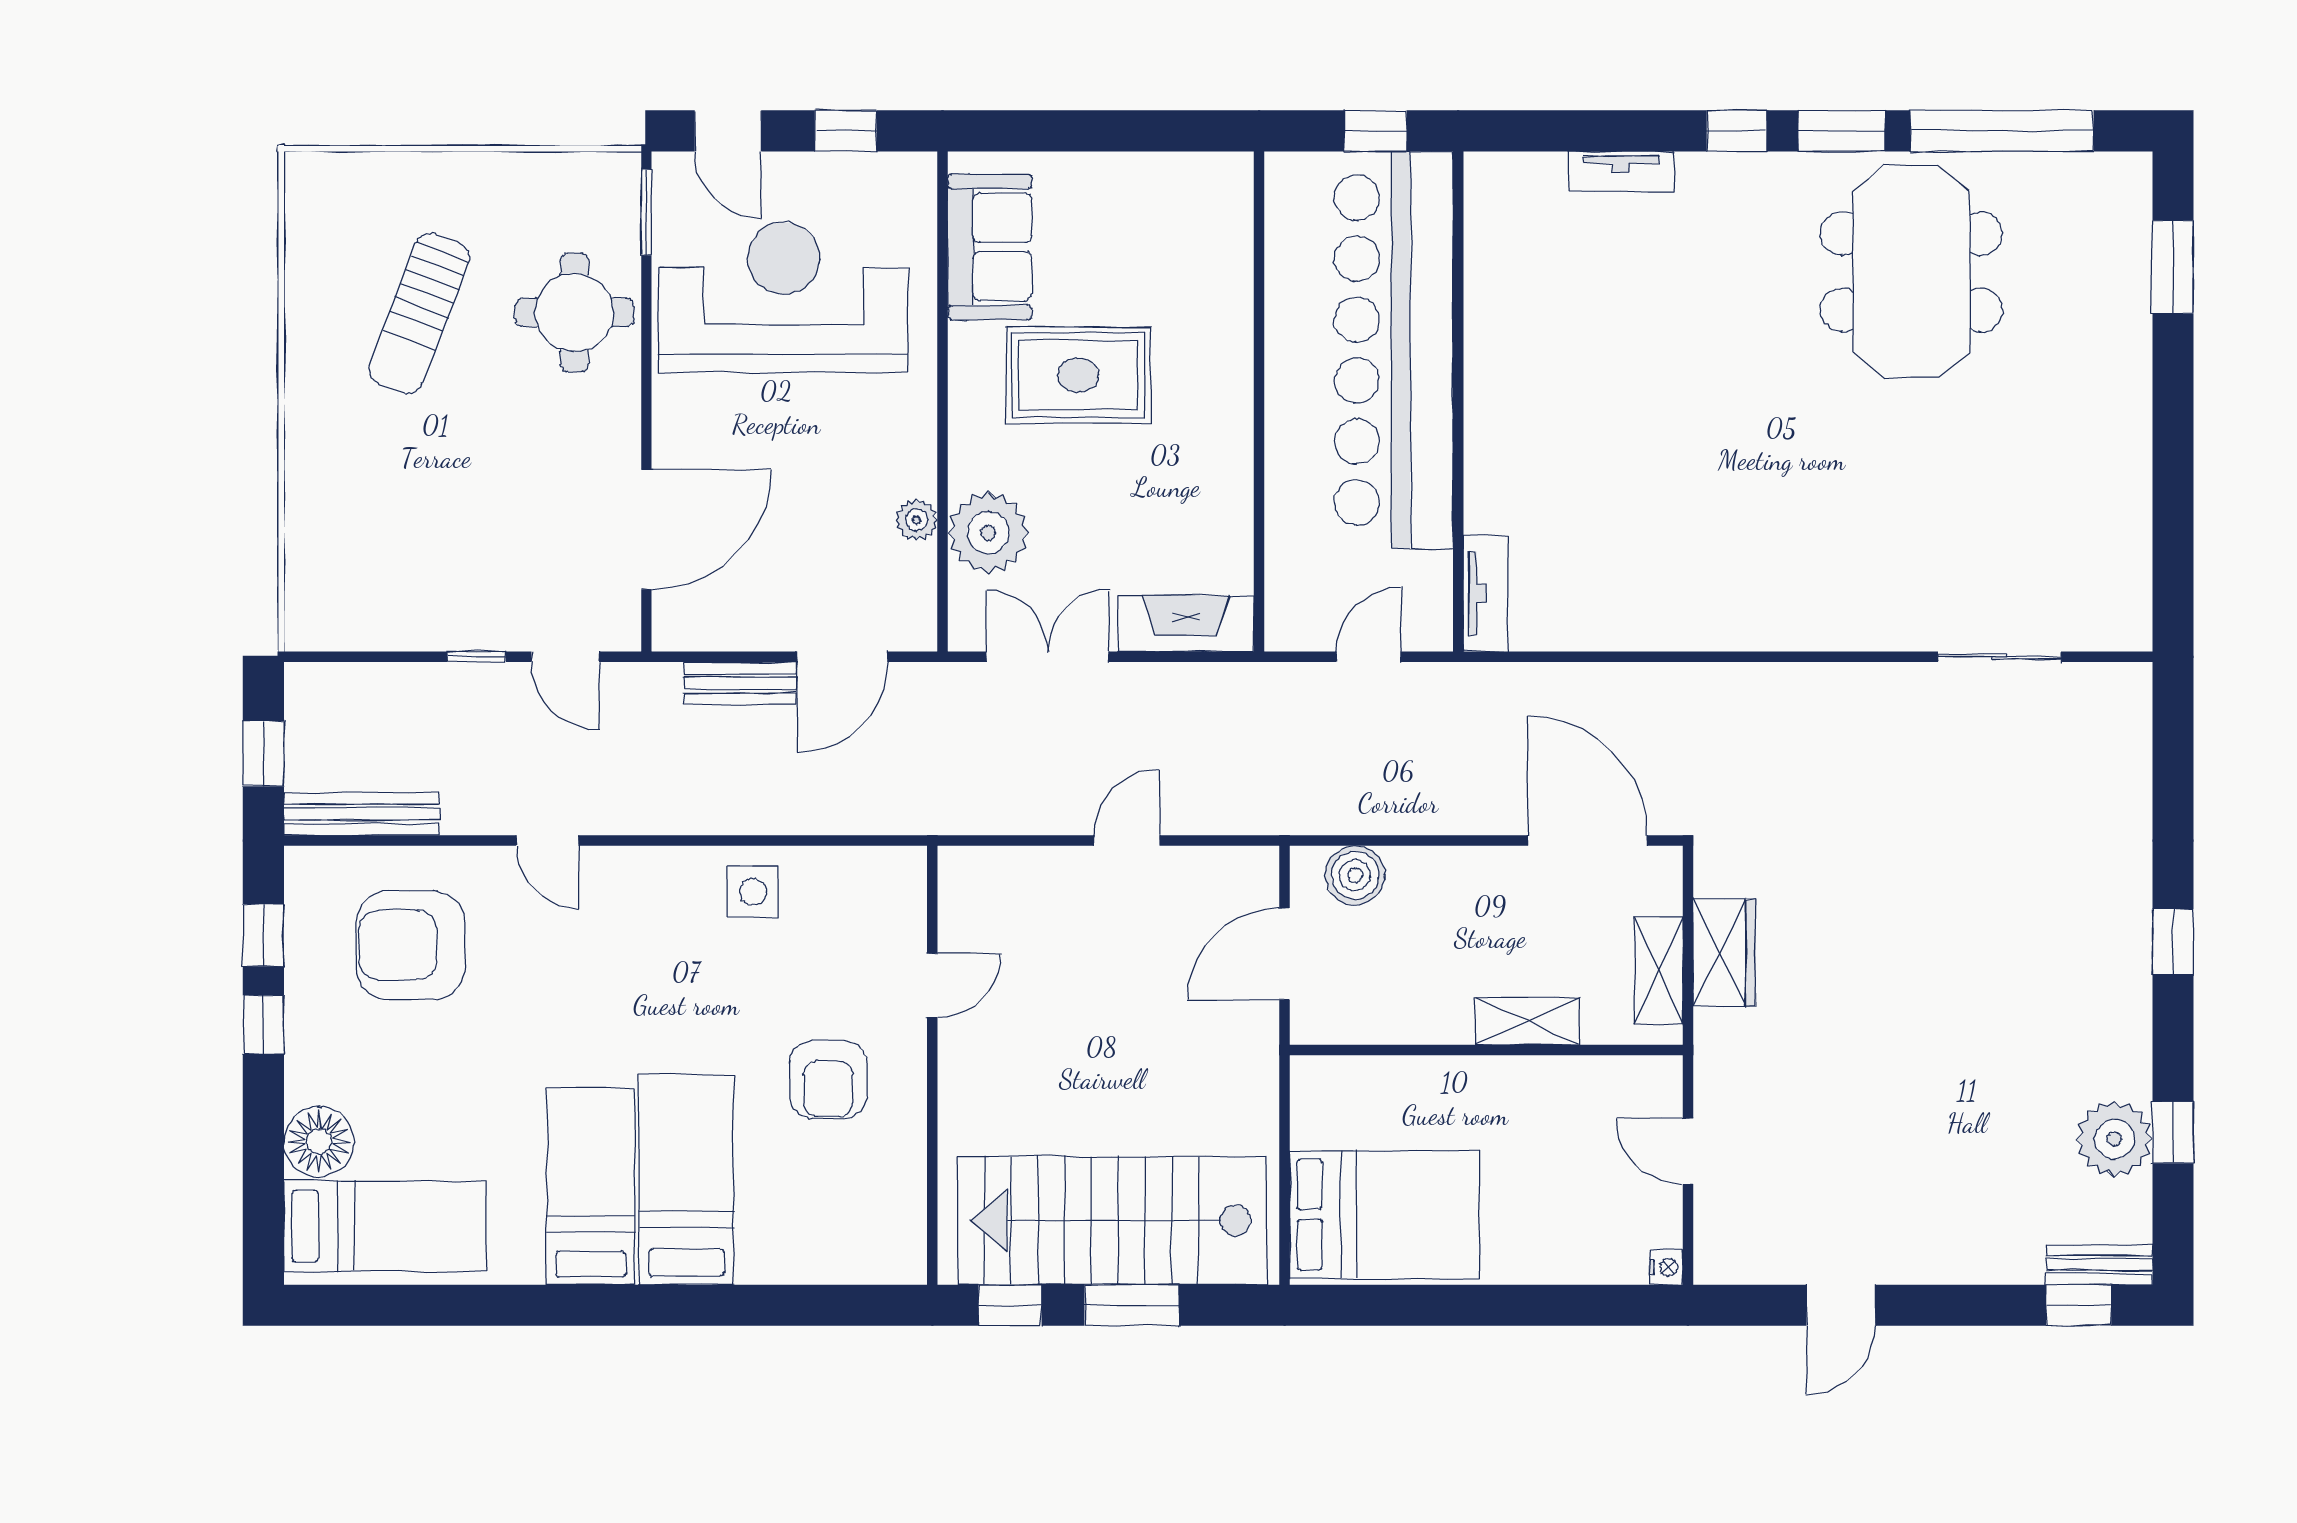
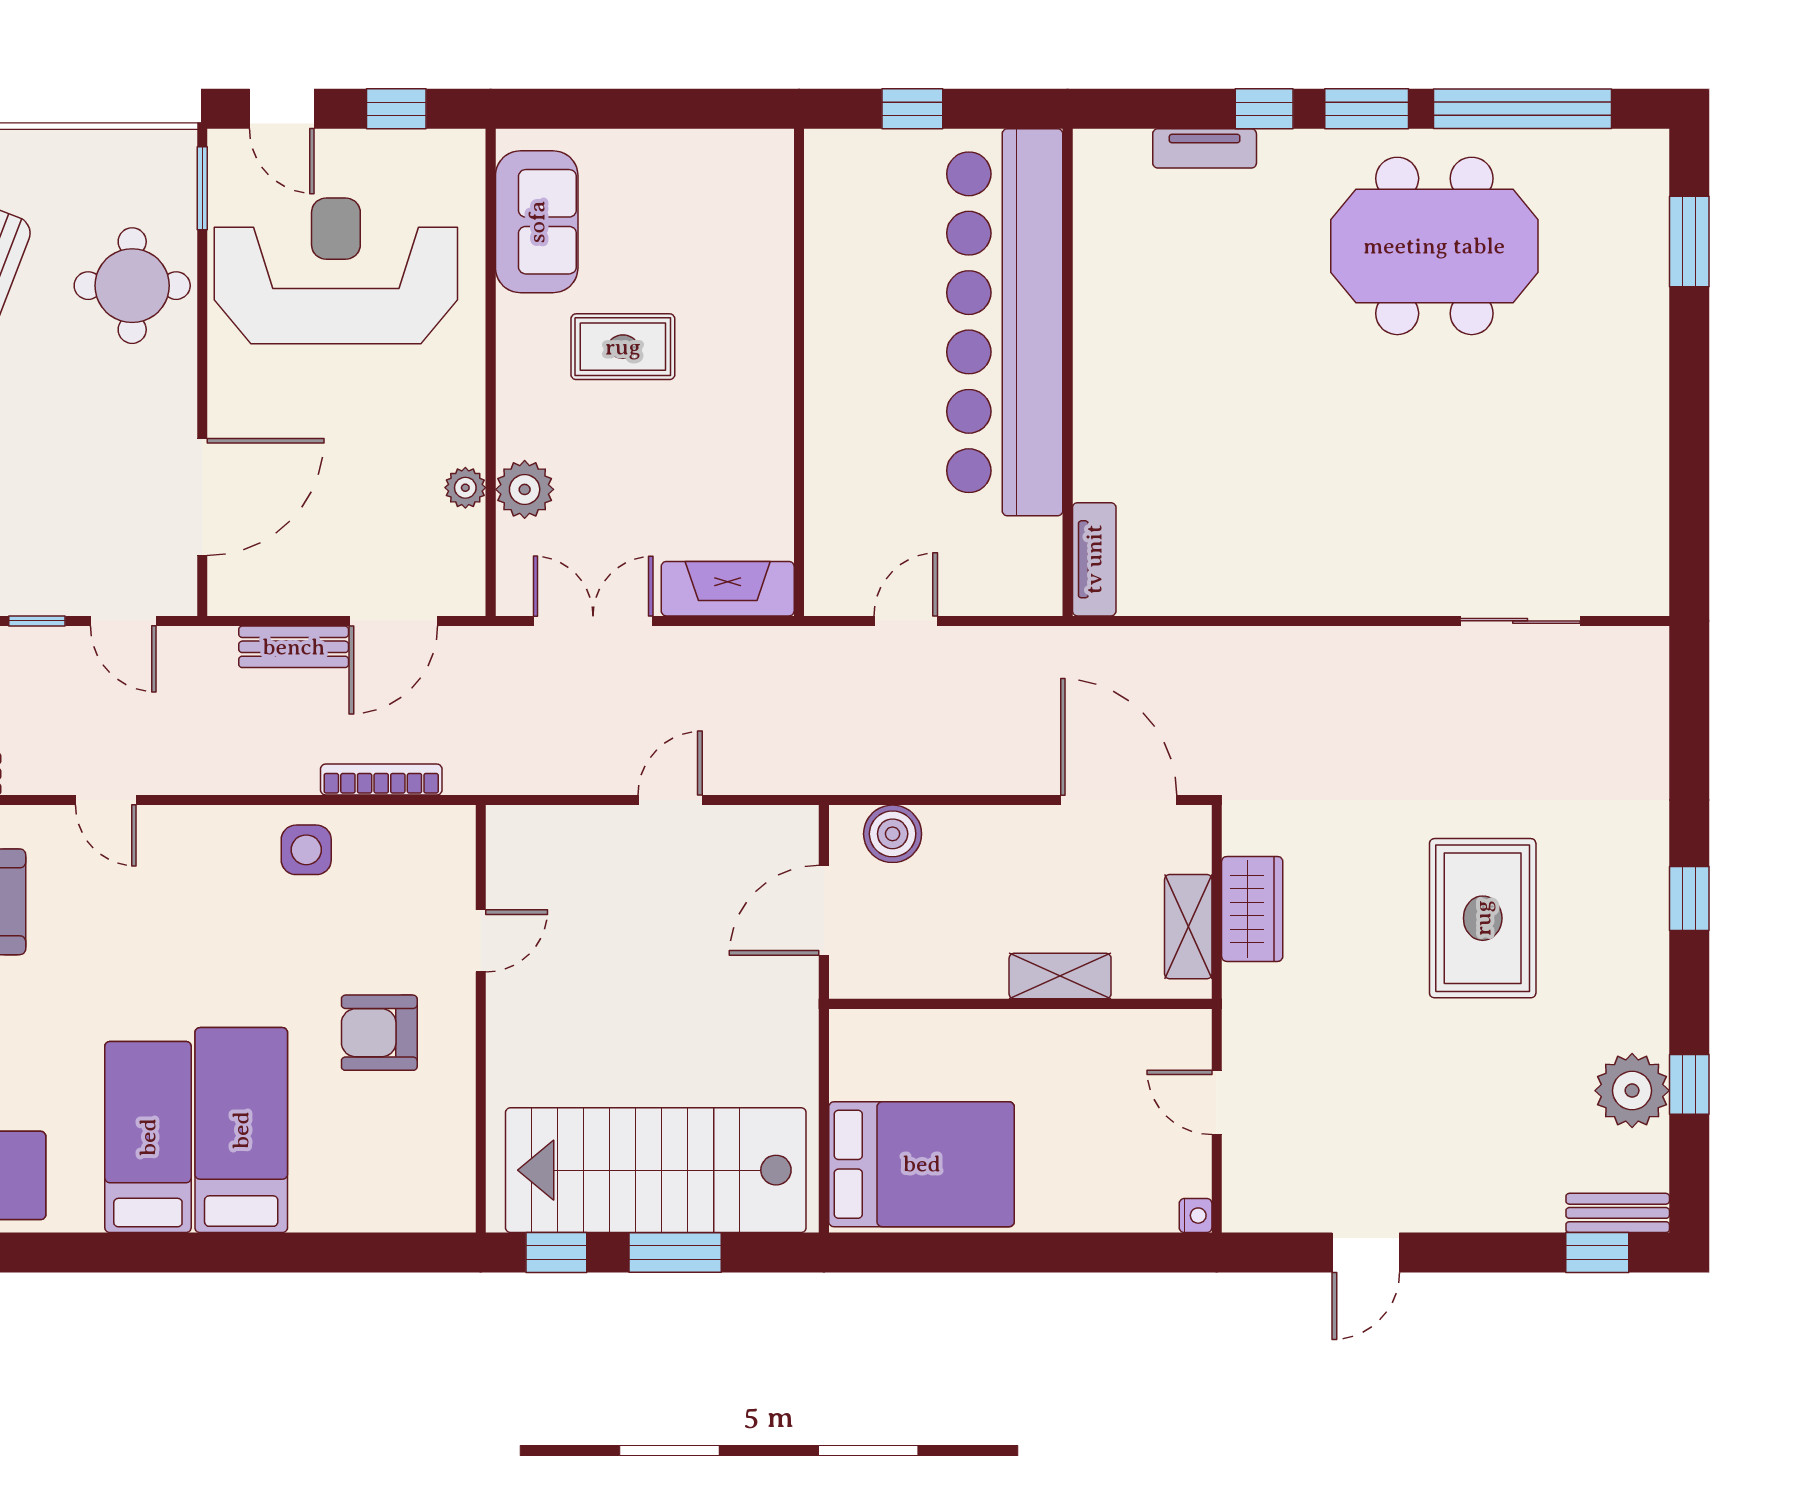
tv unit: (1621, 172) -> (1205, 148), moved
meeting table: (1911, 272) -> (1434, 246), turned 90
bar counter: (1394, 350) -> (1005, 322), moved
rug: (1078, 375) -> (623, 347), width x0.73, depth x0.70
wall: (1458, 401) -> (1068, 372), moved
plant: (988, 533) -> (525, 489), width x0.73, depth x0.73
tv unit: (1486, 593) -> (1094, 559), moved
bookcase: (830, 820) -> (381, 780), added
rug: (1961, 962) -> (1483, 918), added
armchair: (828, 1080) -> (379, 1033), turned 90

